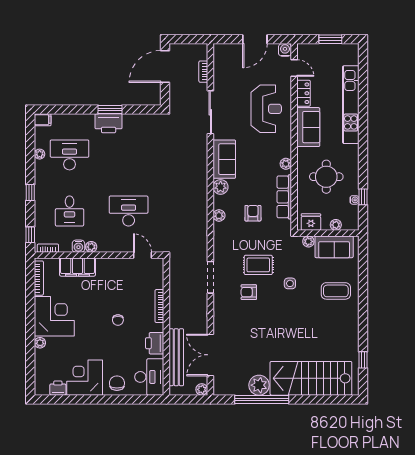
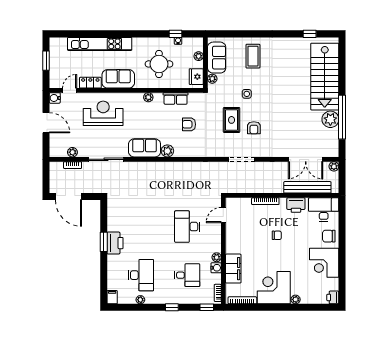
desk: (70, 155) -> (141, 275), turned 180
row of seats: (284, 197) -> (176, 99), width x0.68
plant: (219, 215) -> (72, 152), moved
printer: (58, 388) -> (333, 297), moved

